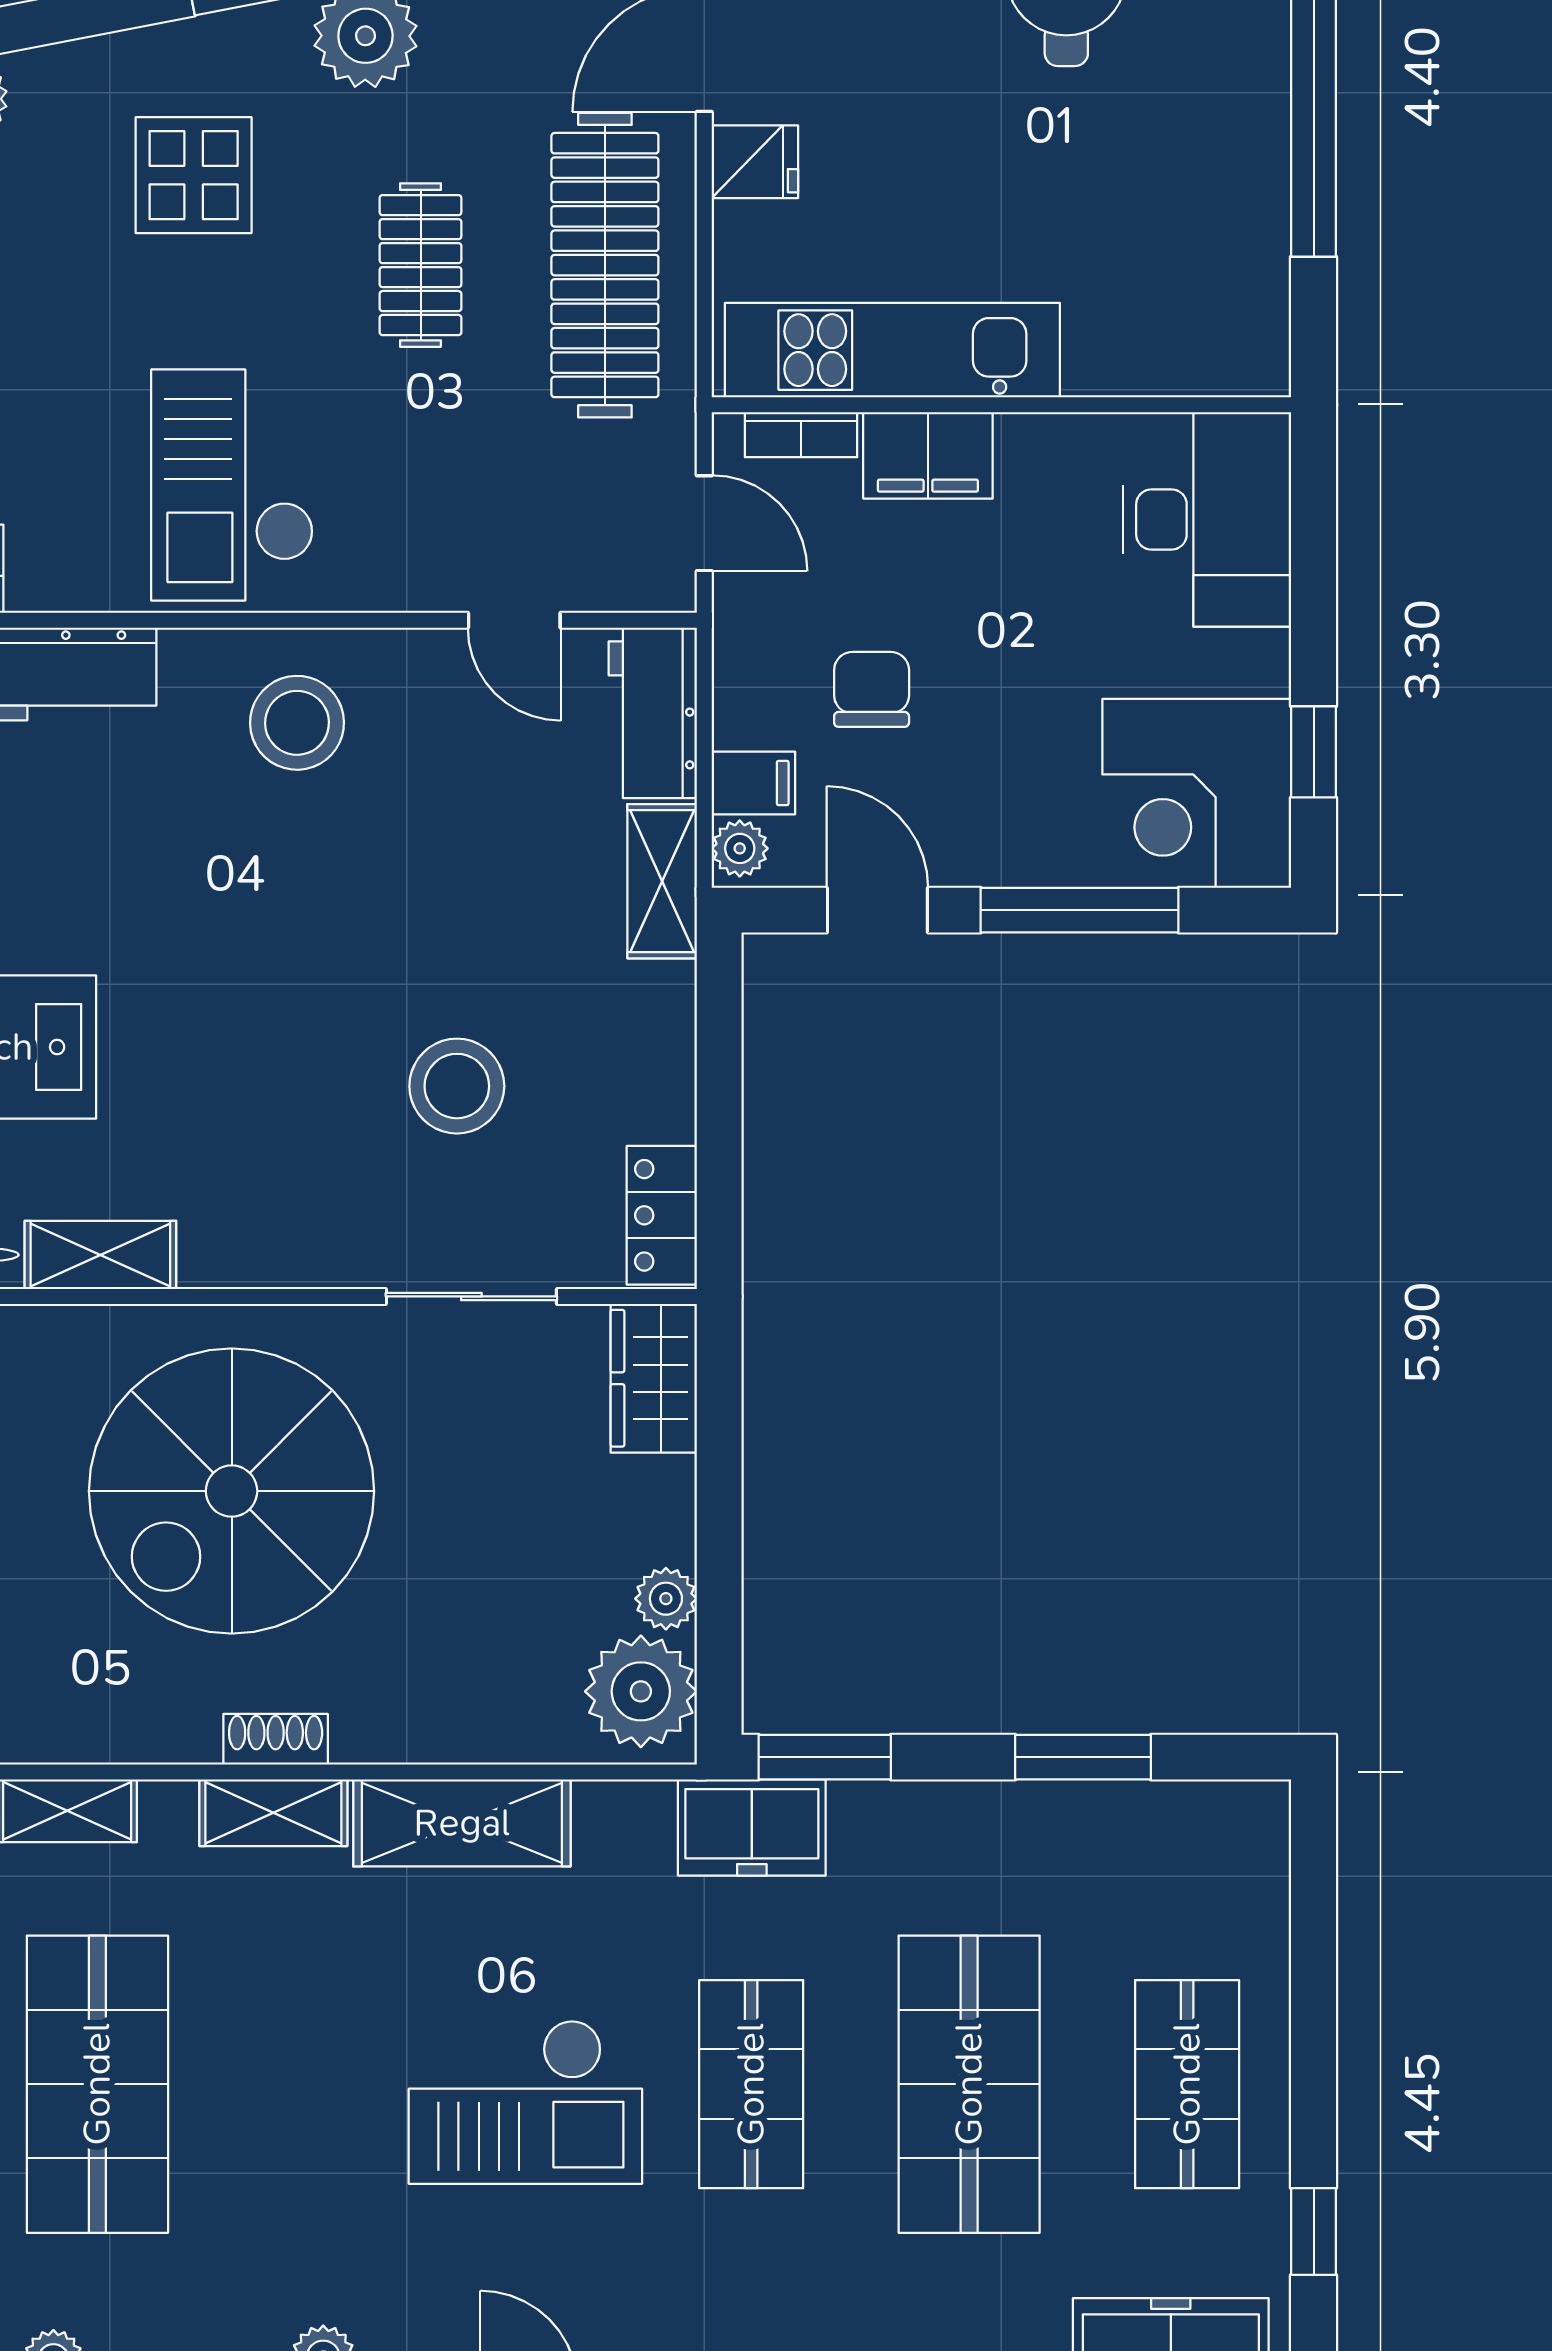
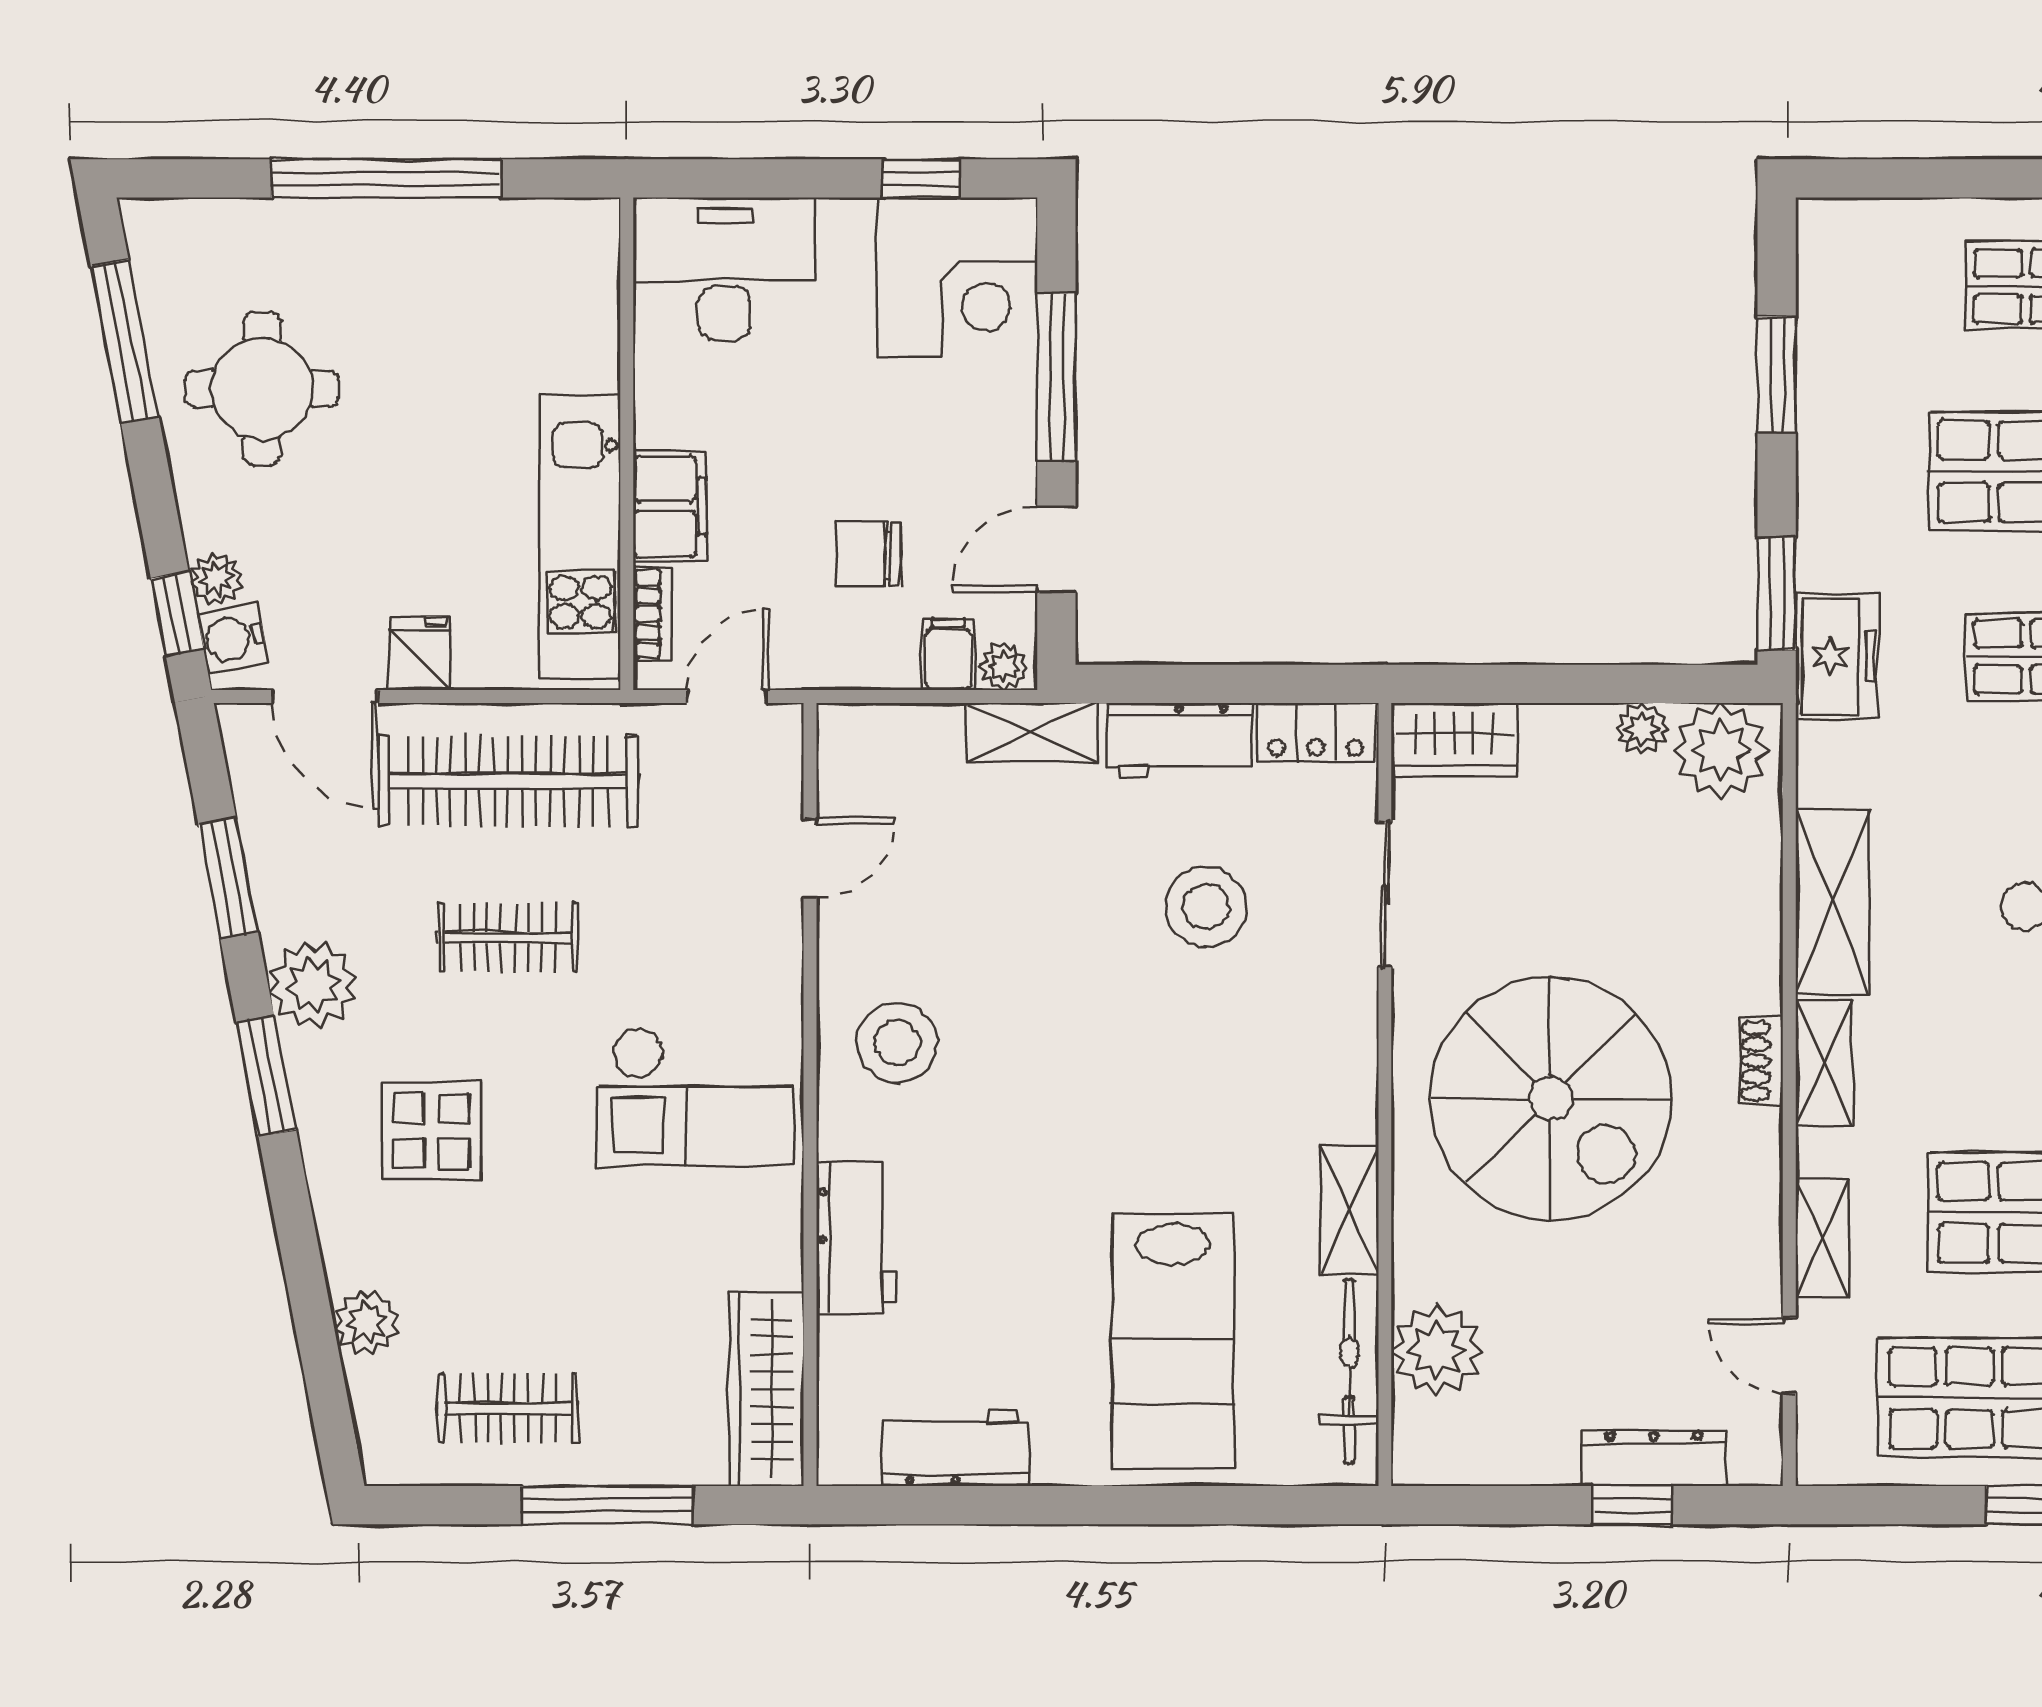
workbench: (653, 713) -> (1179, 740), moved

